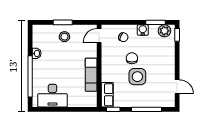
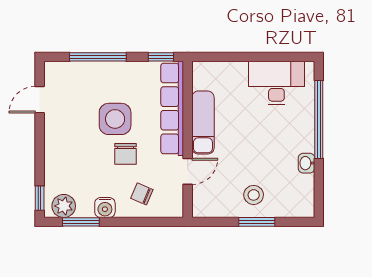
door: (99, 35) -> (188, 171), moved
door: (177, 87) -> (40, 100), hinge flipped
row of seats: (107, 95) -> (172, 108), width x2.02

